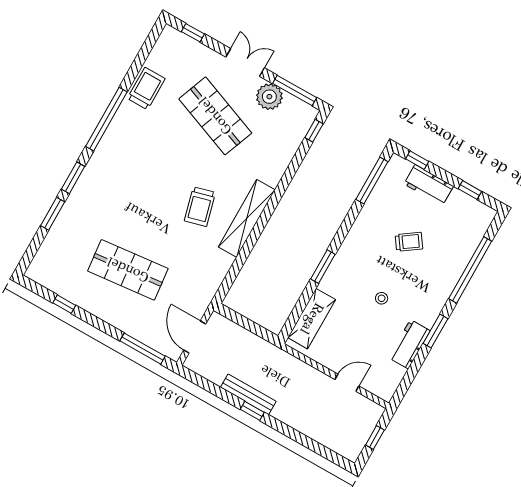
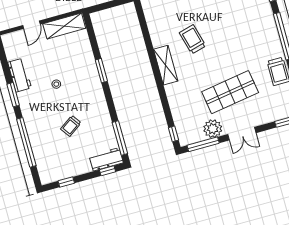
shop shelf: (215, 116) -> (230, 92), turned -30
workbench: (429, 185) -> (106, 159), moved
shelving: (247, 218) -> (166, 65), width x0.68
shelving: (312, 319) -> (64, 26), moved, turned 90

